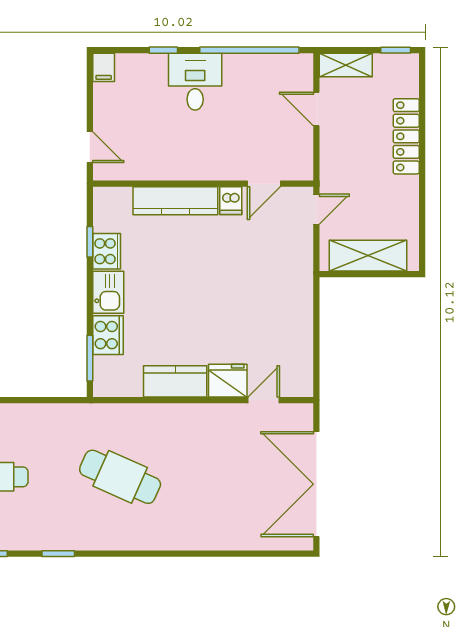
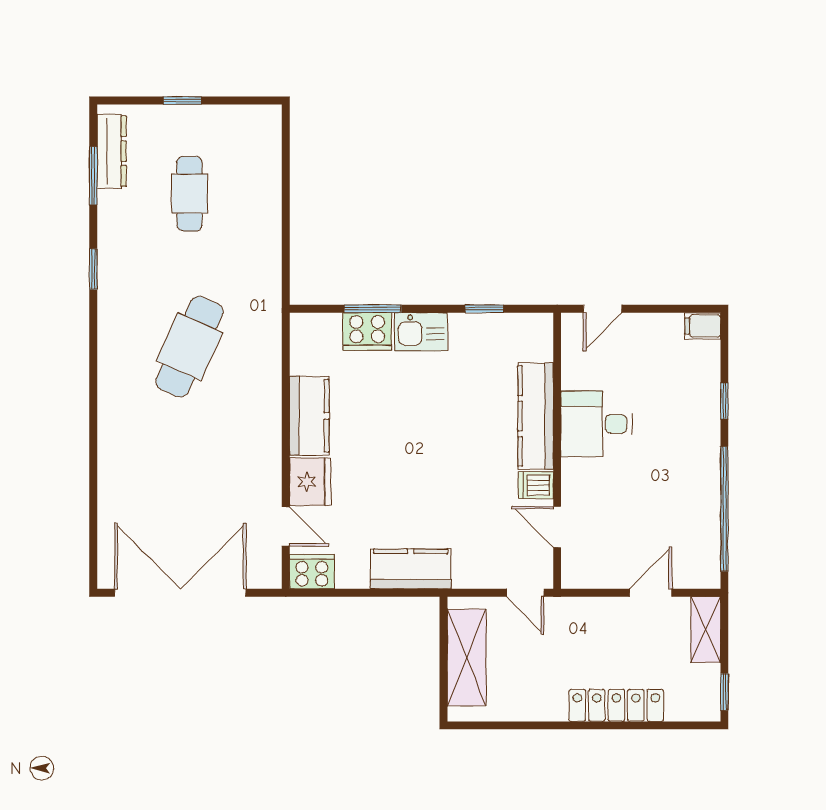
desk: (195, 82) -> (597, 424), moved, turned 180
cooker: (107, 251) -> (312, 572), moved, turned 180
kitchen counter: (297, 300) -> (411, 569), added
window: (90, 358) -> (373, 309), moved

